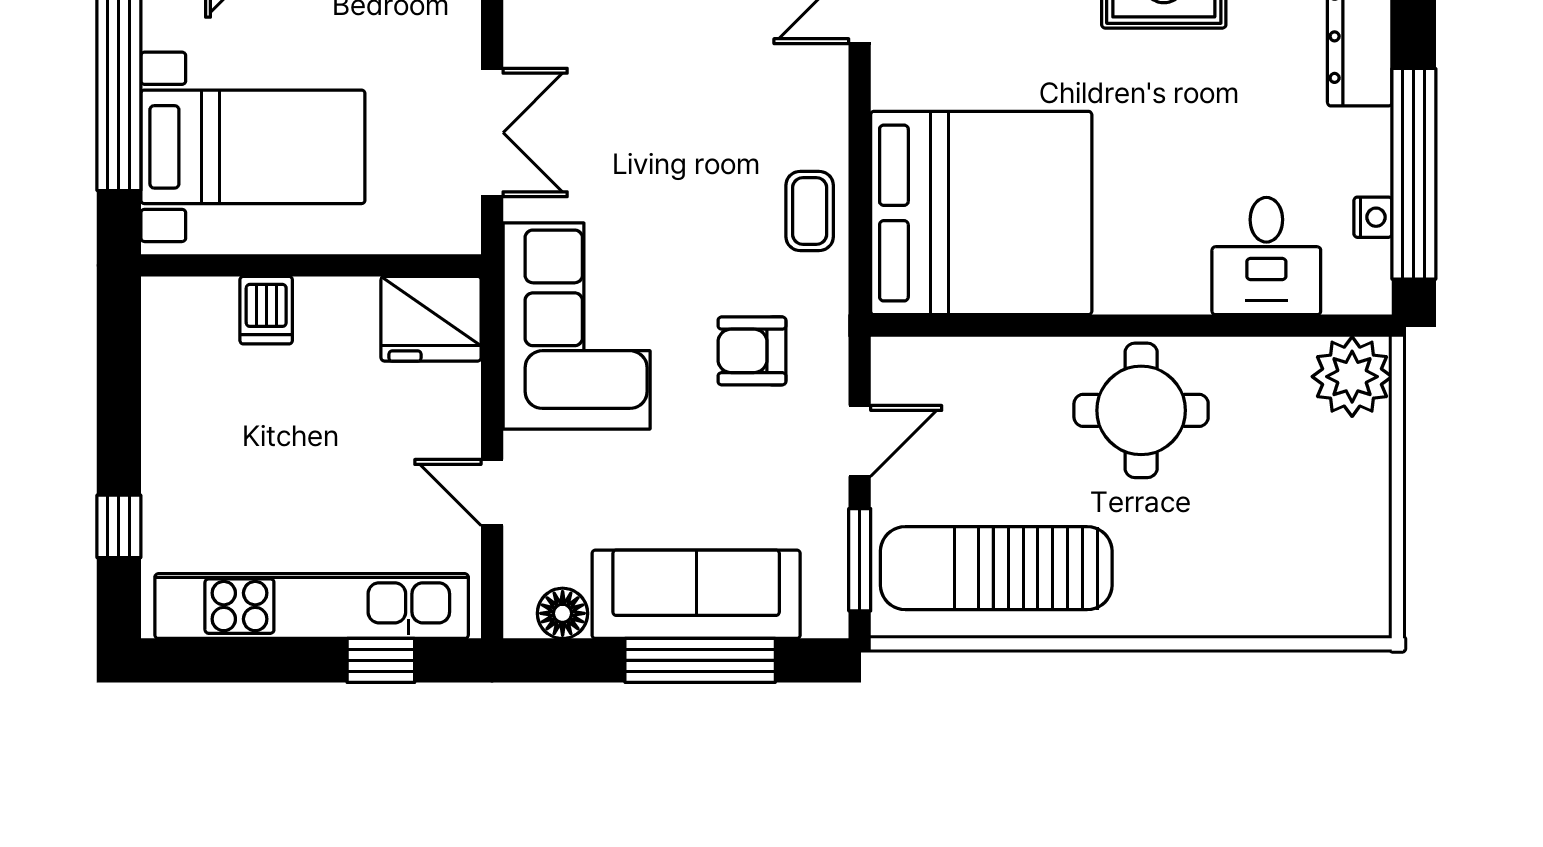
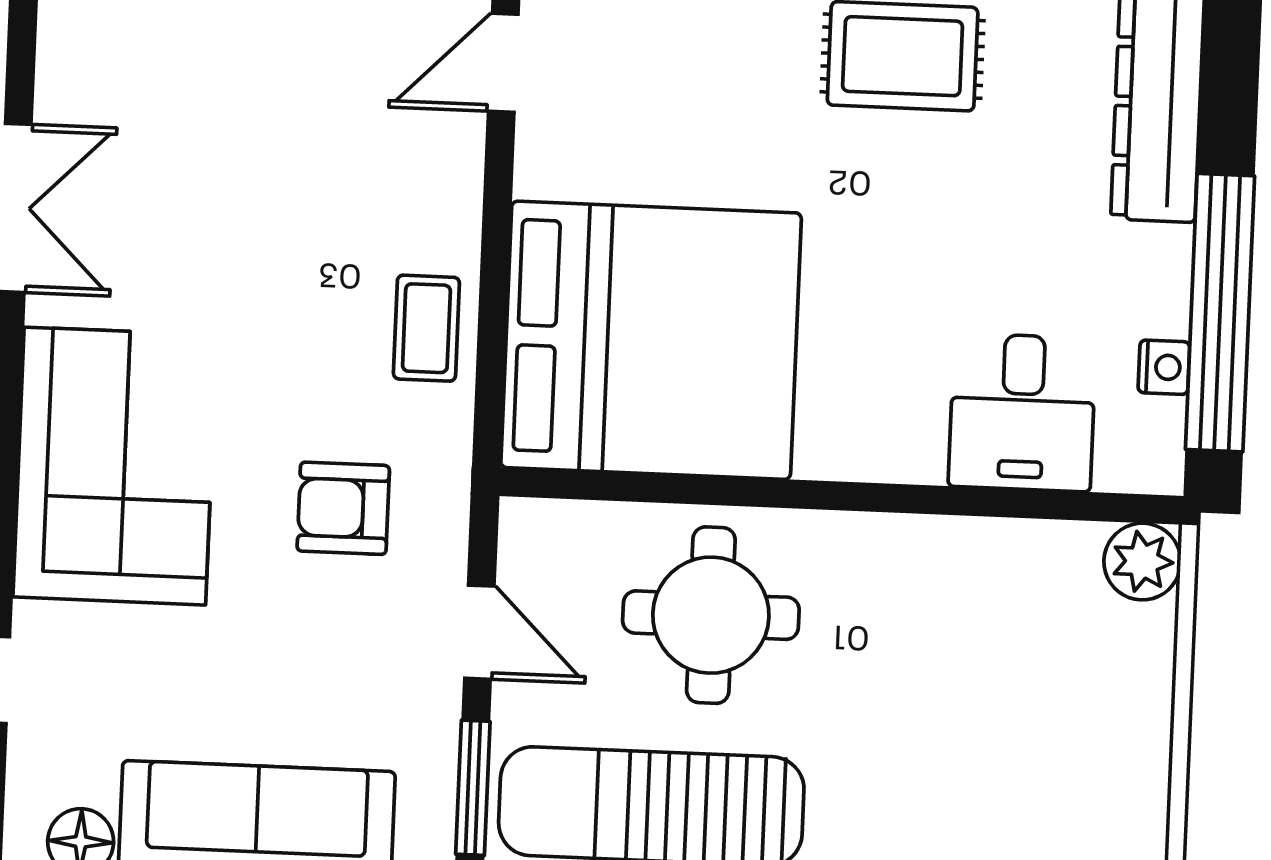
plant: (1352, 377) -> (1142, 562), width x0.73, depth x0.73
round table: (1141, 410) -> (711, 615), moved
door: (860, 441) -> (479, 632), hinge flipped

